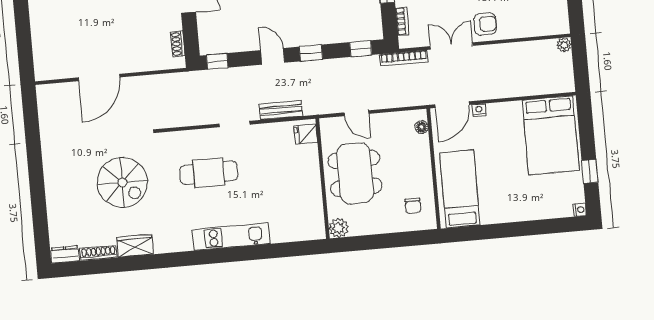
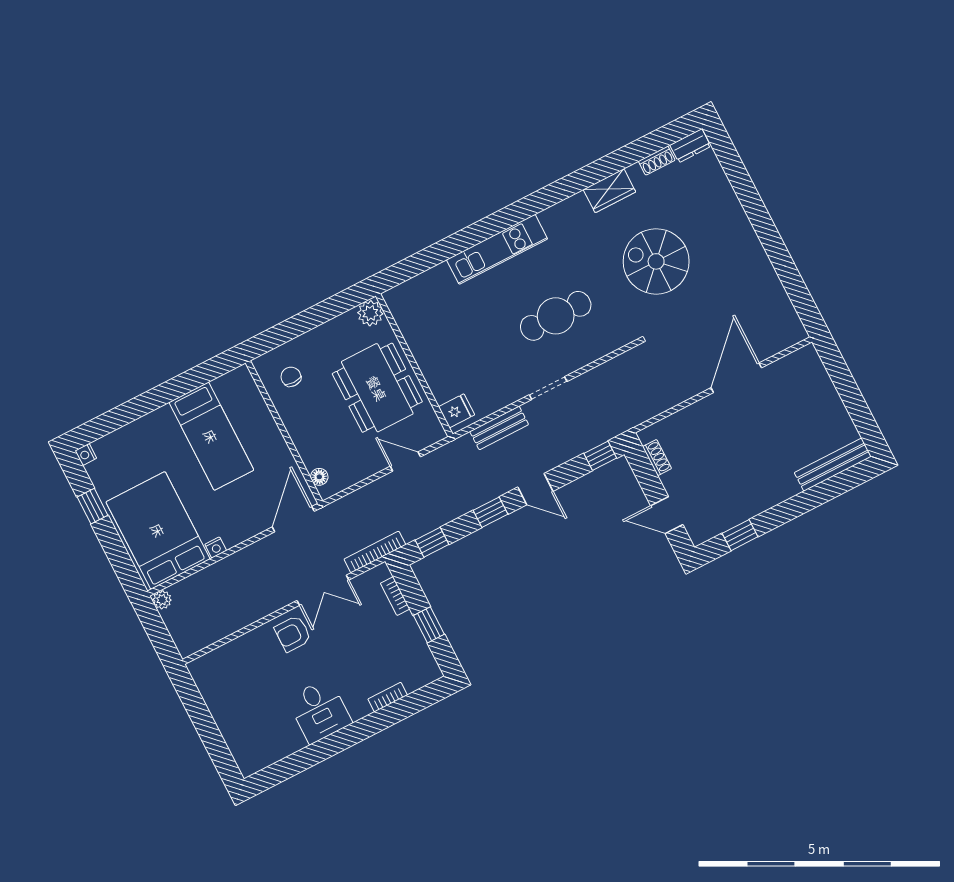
plant: (564, 45) -> (162, 600), moved
nightstand: (479, 110) -> (216, 547), moved
bed: (460, 189) -> (211, 436), moved
shoe rack: (98, 253) -> (657, 161), width x0.70

